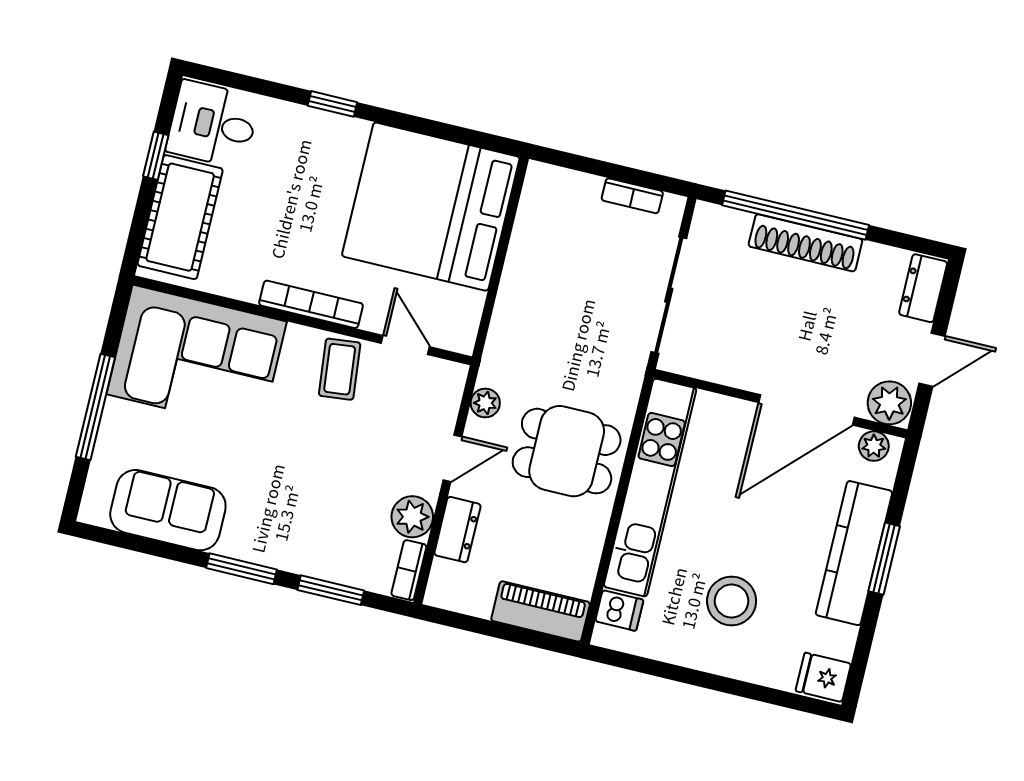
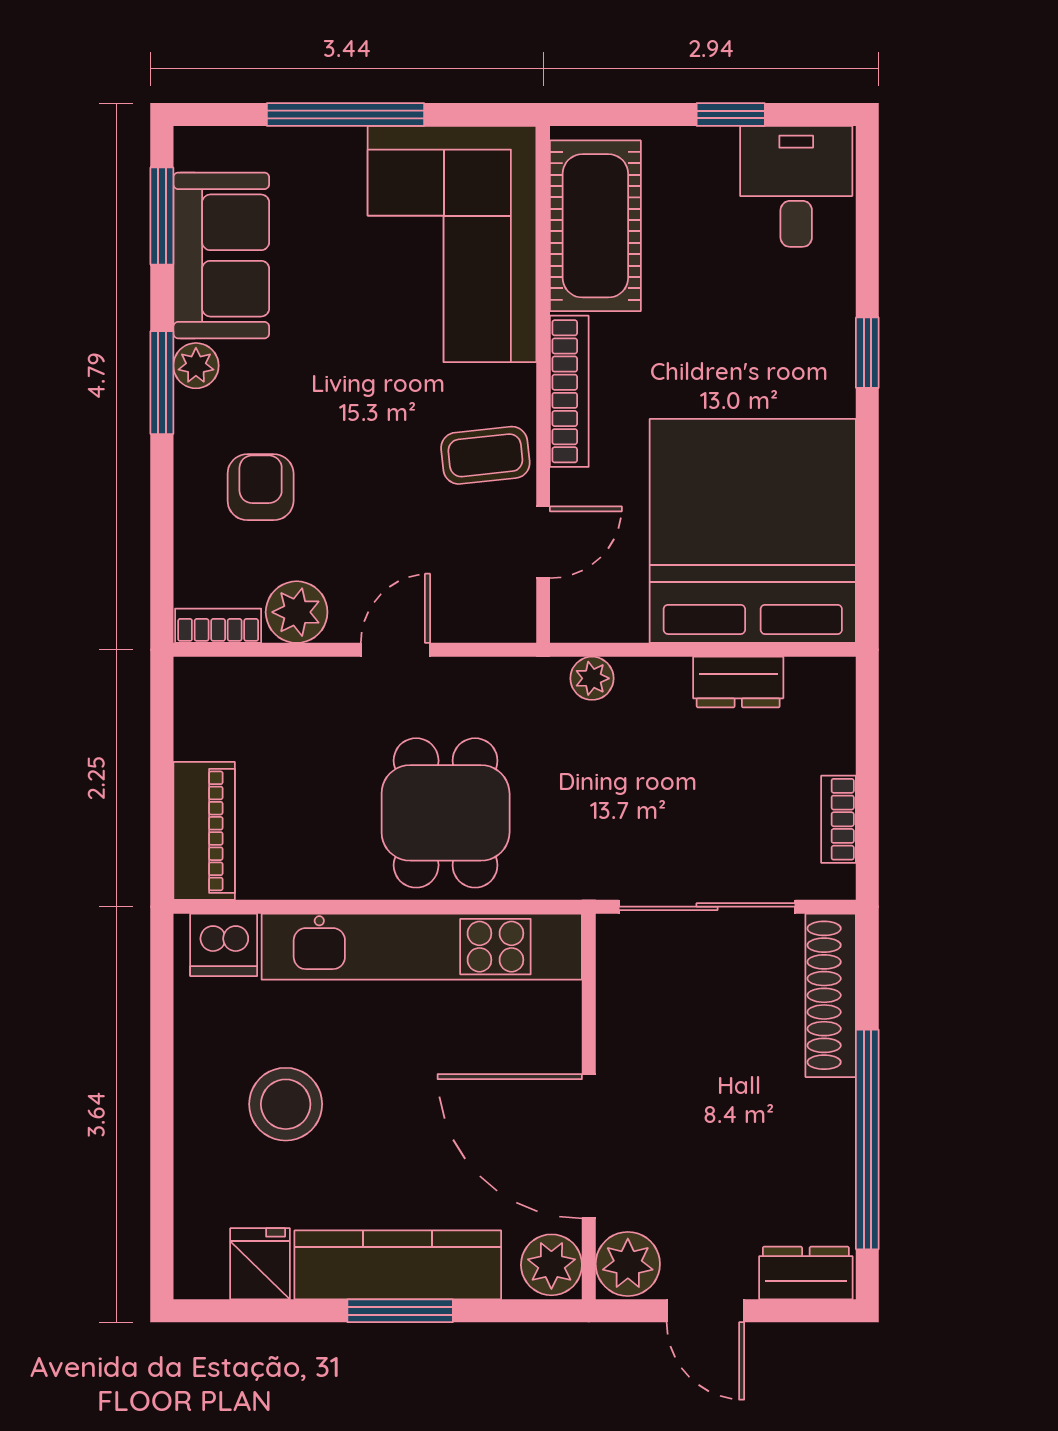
window: (796, 215) -> (867, 1139), moved
cot: (180, 217) -> (595, 226), moved, turned 90
shoe rack: (805, 243) -> (831, 995), moved
plant: (485, 403) -> (592, 678), moved
plant: (874, 446) -> (551, 1265), width x1.38, depth x1.38
door: (452, 458) -> (395, 650), swing flipped
armchair: (325, 521) -> (261, 487), added
dresser: (457, 530) -> (738, 682), moved
plant: (236, 544) -> (196, 366), added
window: (331, 590) -> (162, 216), moved
dishwasher: (619, 611) -> (224, 945), width x1.38
fridge: (823, 677) -> (260, 1264), moved

